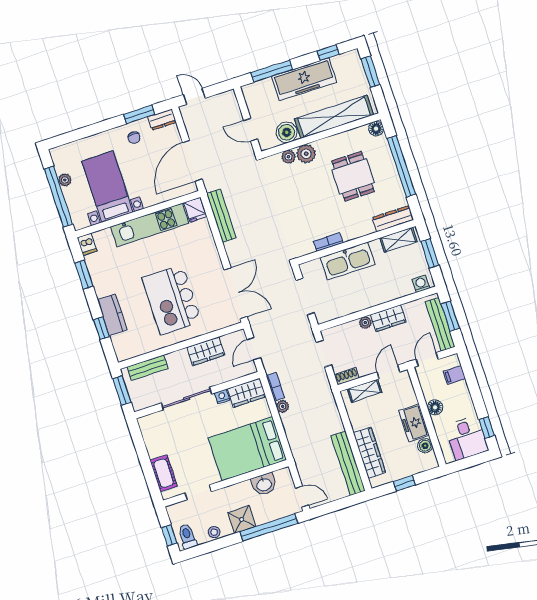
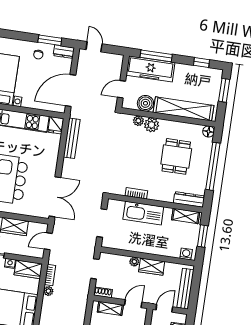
freezer: (304, 79) -> (151, 69), moved
door: (251, 130) -> (121, 89), hinge flipped
window: (450, 316) -> (195, 287), removed

